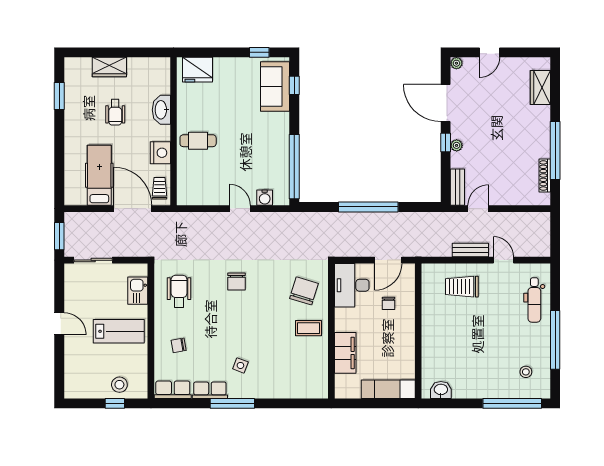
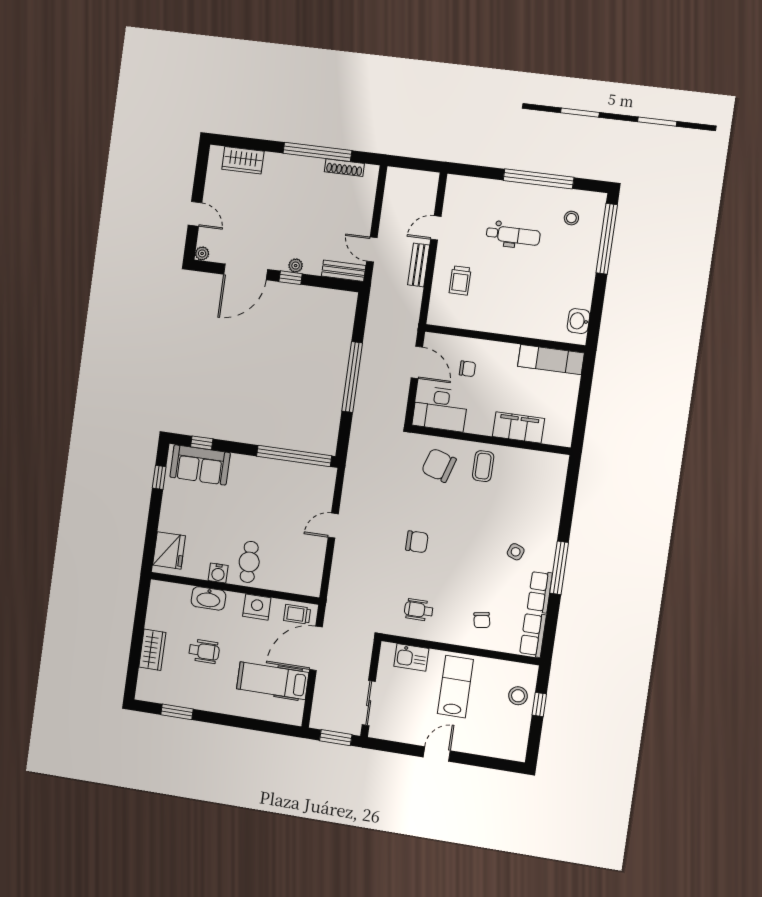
water cooler: (265, 198) -> (218, 573), moved, turned 90
trolley: (462, 287) -> (460, 280), width x0.73, depth x0.72
wheelchair: (179, 291) -> (419, 610), width x0.73, depth x0.73
dental chair: (534, 300) -> (513, 235), moved
exam couch: (388, 389) -> (551, 360), moved, turned -90

